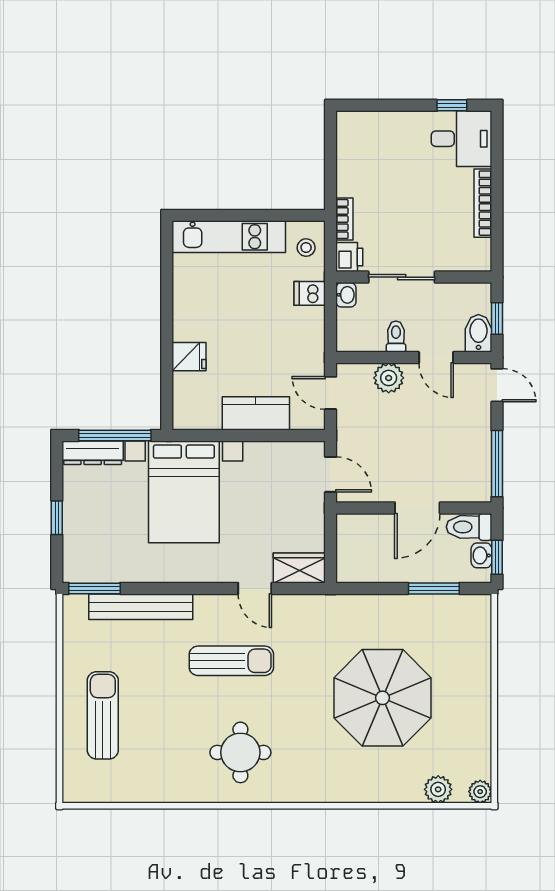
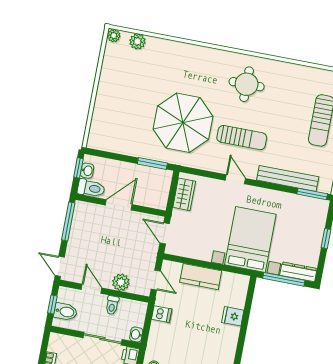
dishwasher: (310, 293) -> (162, 314), moved
bidet: (478, 333) -> (65, 312), moved, turned -90
wardrobe: (299, 568) -> (184, 194), moved, turned -90
door: (255, 588) -> (235, 179), moved
window: (434, 588) -> (152, 163), moved
sun lounger: (231, 661) -> (242, 138), turned 180
parasol: (382, 698) -> (183, 123), moved

